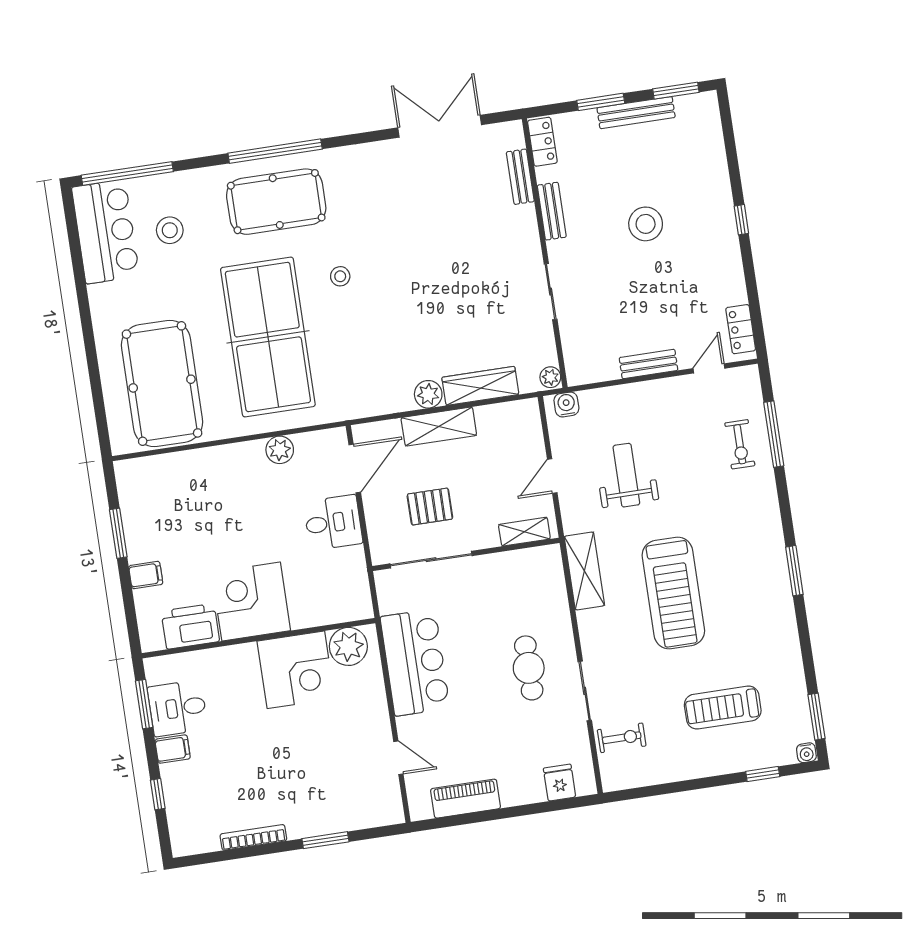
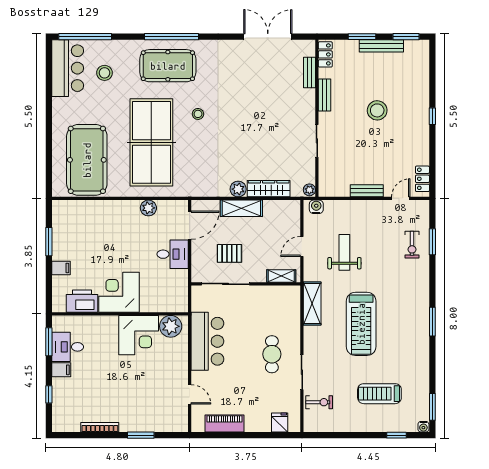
window: (774, 434) -> (432, 242), width x0.69

